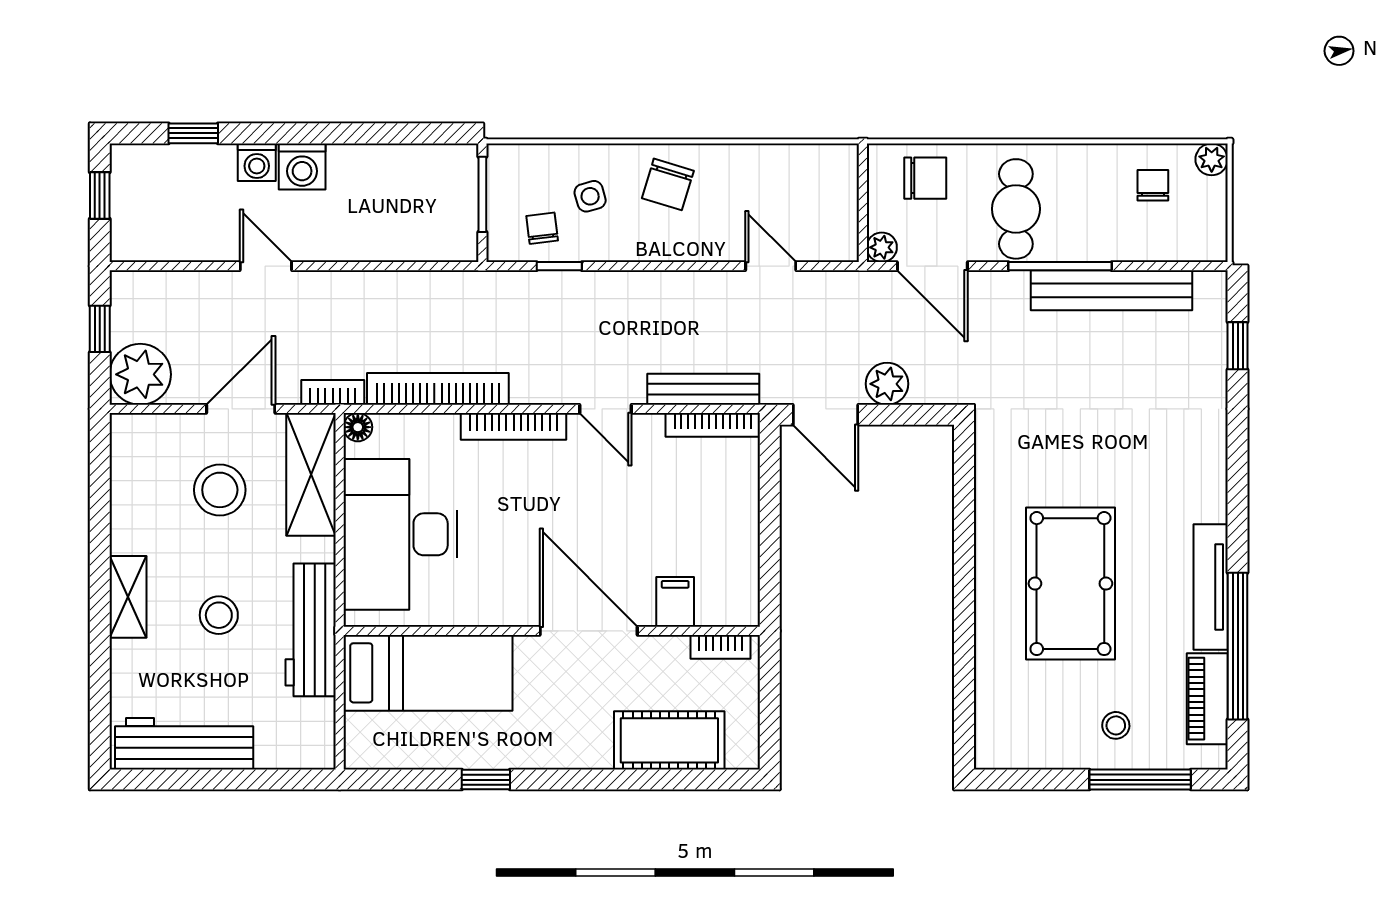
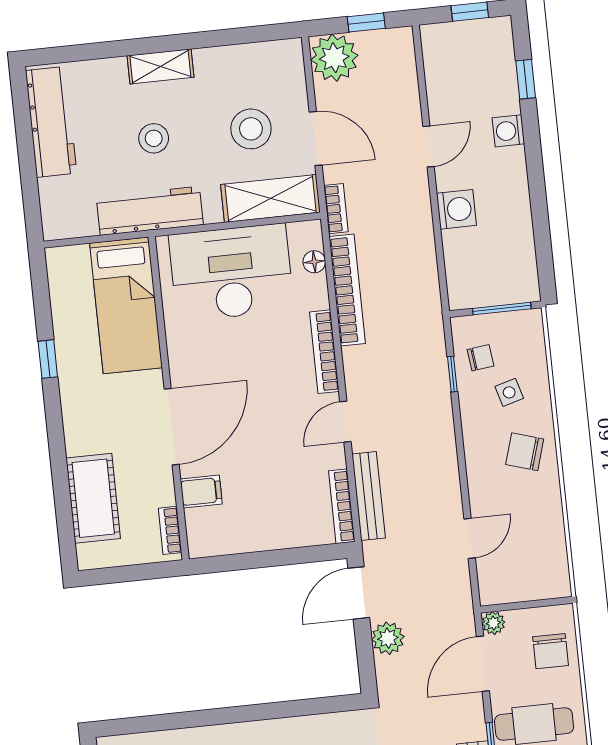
washing machine: (302, 166) -> (456, 209), moved, turned 180
floor lamp: (358, 427) -> (314, 262), moved

